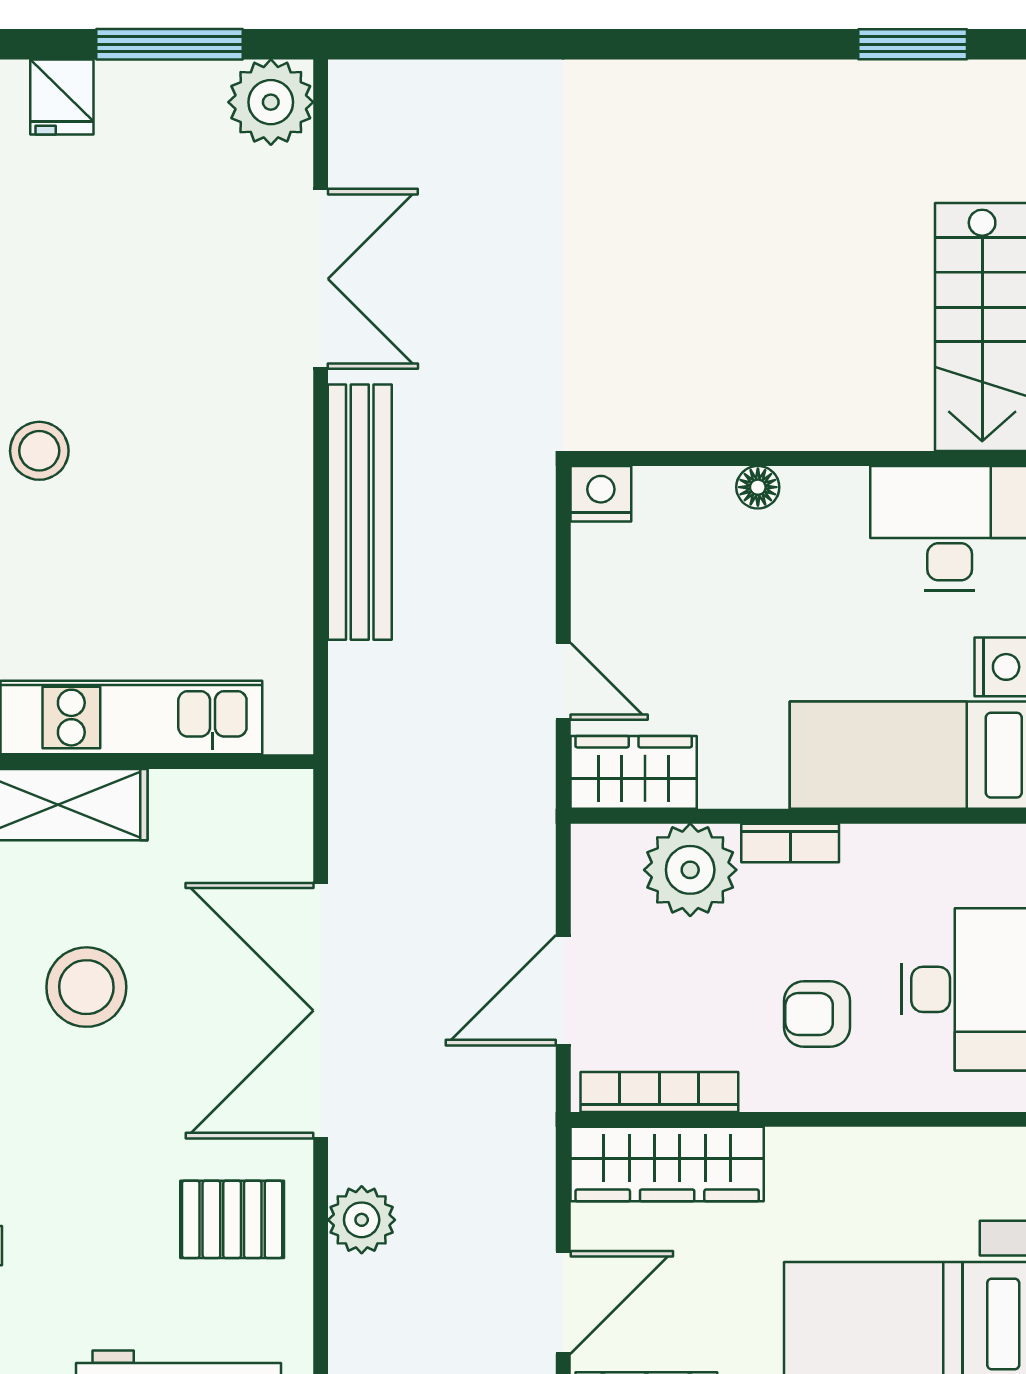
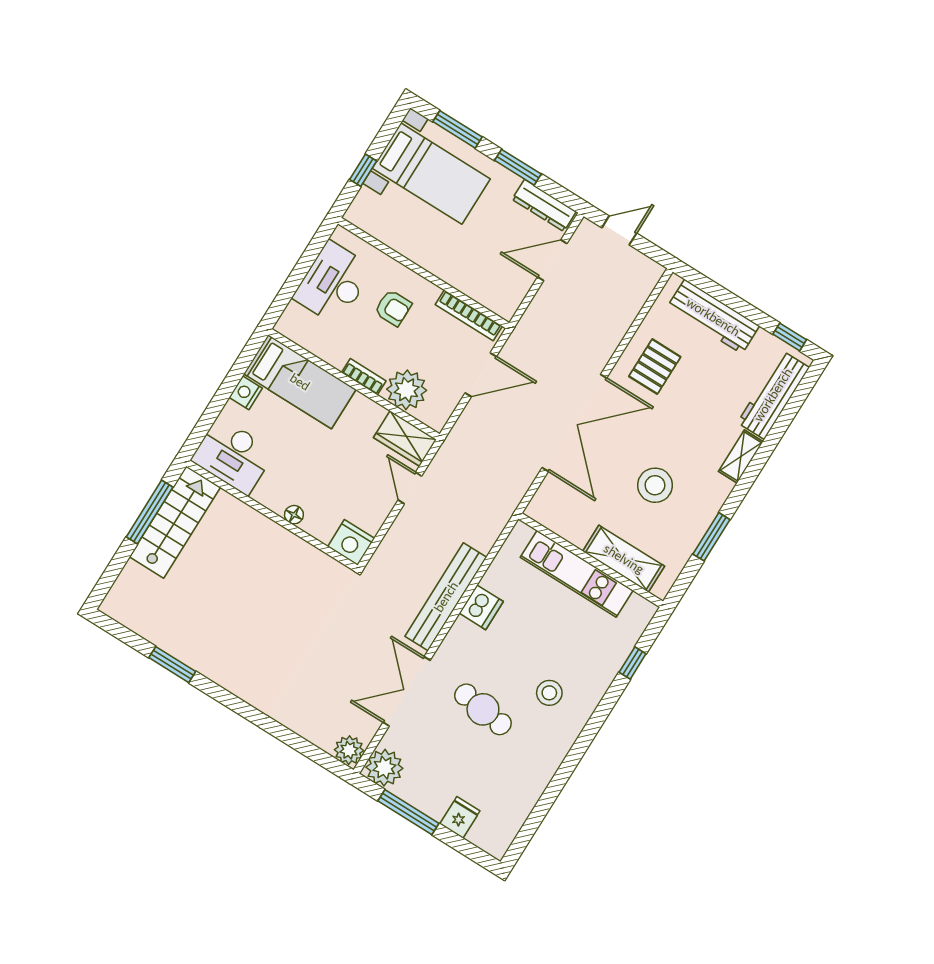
window: (913, 44) -> (172, 665), moved
cafe table: (149, 337) -> (483, 709), added
nightstand: (601, 494) -> (351, 542), width x1.36, depth x1.33
dishwasher: (277, 535) -> (481, 607), added
wardrobe: (667, 1164) -> (482, 287), removed
pallet: (232, 1219) -> (655, 367), turned 90
plant: (362, 1220) -> (349, 750), moved

